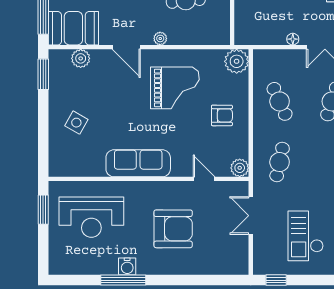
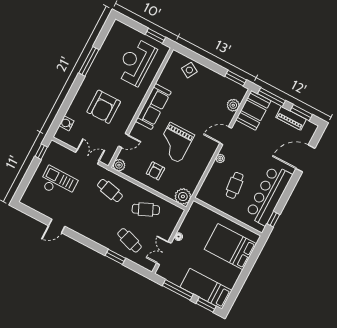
grand piano: (175, 88) -> (175, 143), moved
side table: (76, 123) -> (189, 70), moved
water cooler: (127, 266) -> (66, 123), moved

